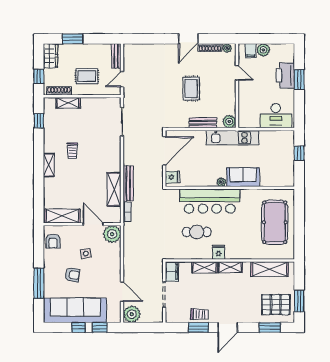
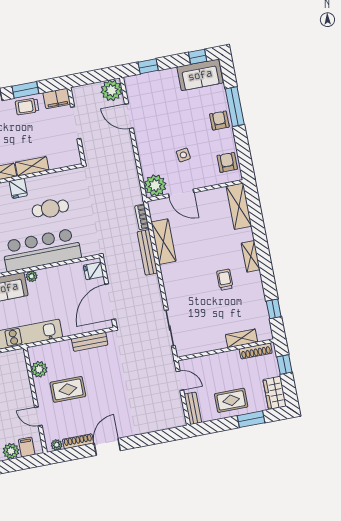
rug: (87, 76) -> (231, 400), moved
door: (122, 79) -> (180, 381), hinge flipped
rug: (191, 88) -> (68, 389), moved, turned 90
plant: (229, 122) -> (39, 369), moved
bench: (203, 123) -> (90, 342), moved
shelving: (62, 216) -> (239, 206), moved, turned 90
filing cabinet: (172, 272) -> (57, 98), moved, turned -90
armchair: (72, 275) -> (219, 120), moved, turned 80
sofa: (75, 310) -> (200, 75), width x0.54, depth x0.79
window: (78, 327) -> (198, 57), moved

